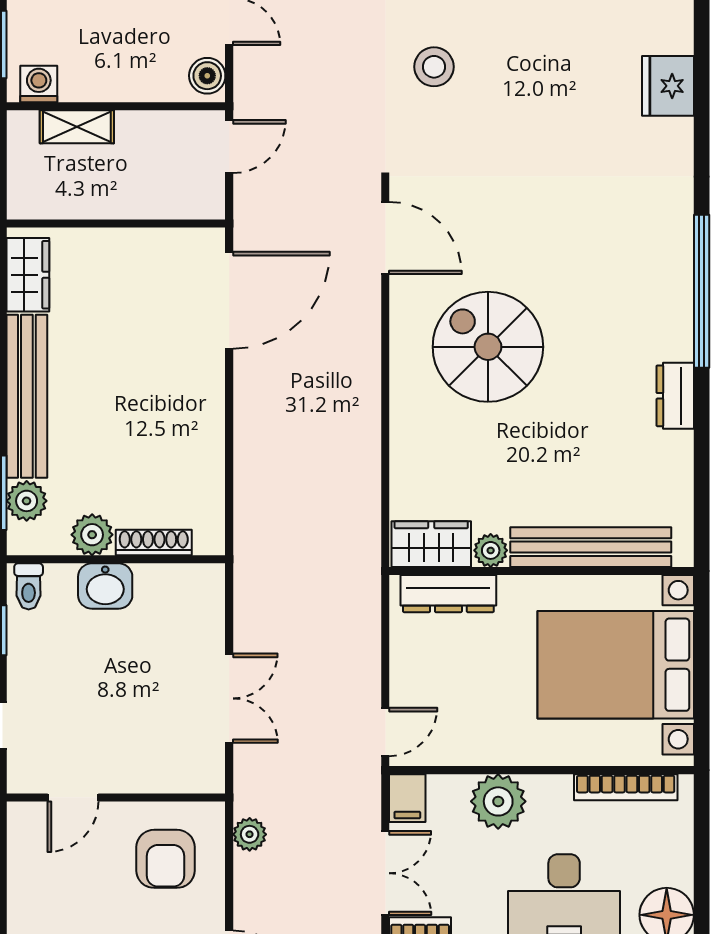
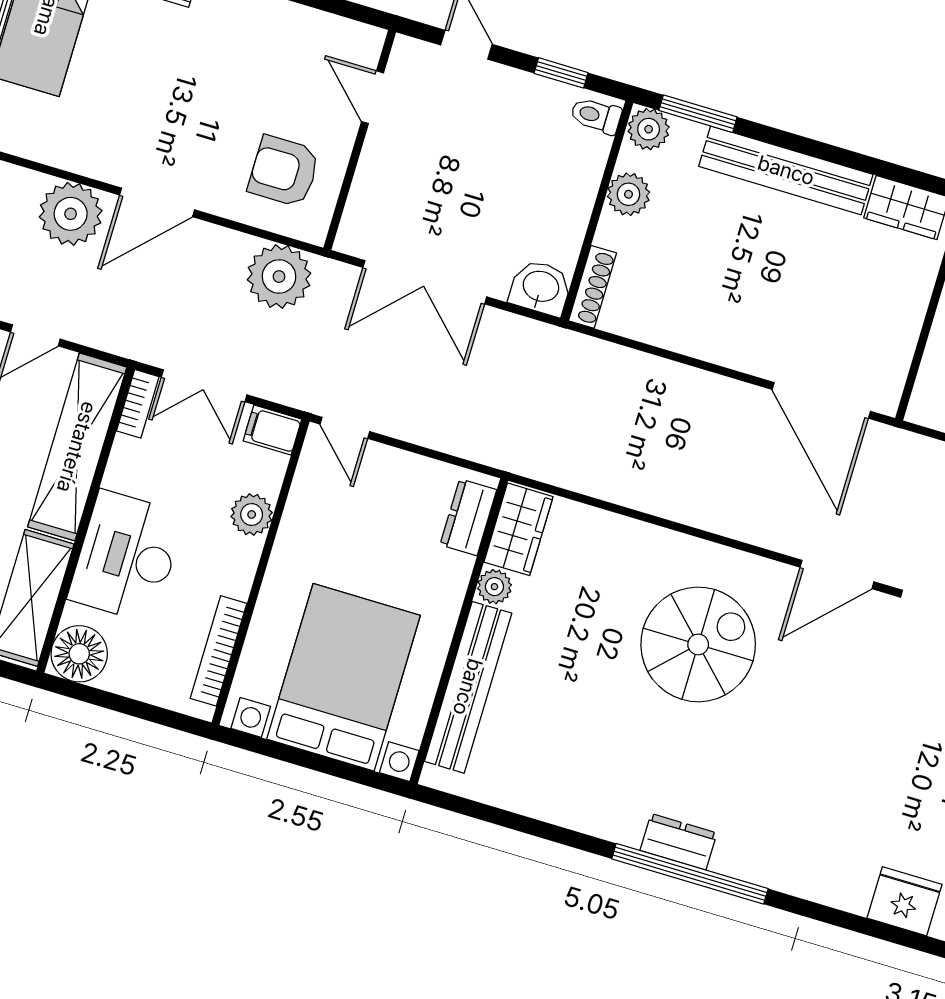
dresser: (675, 396) -> (679, 842), moved
plant: (27, 501) -> (649, 129), moved
shoe rack: (154, 542) -> (592, 287), moved
washbasin: (105, 586) -> (541, 288), moved, turned 90
dresser: (448, 594) -> (468, 517), width x0.70
double door: (229, 698) -> (425, 282), width x1.37
plant: (498, 801) -> (252, 515), width x0.73, depth x0.73
plant: (250, 834) -> (279, 277), width x1.88, depth x1.88

